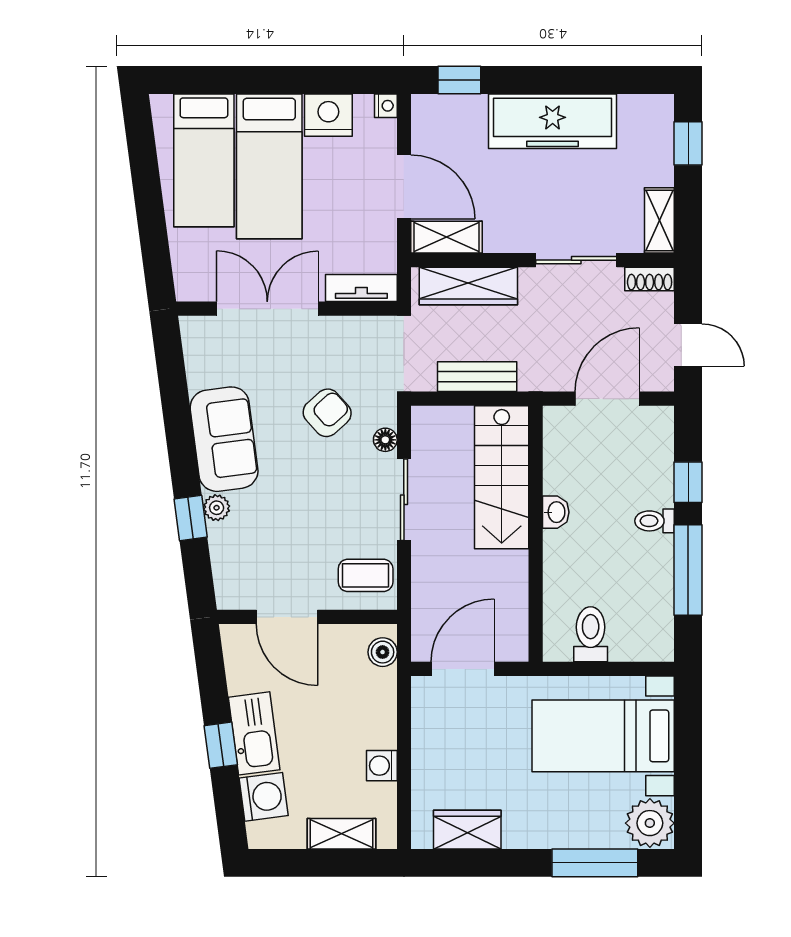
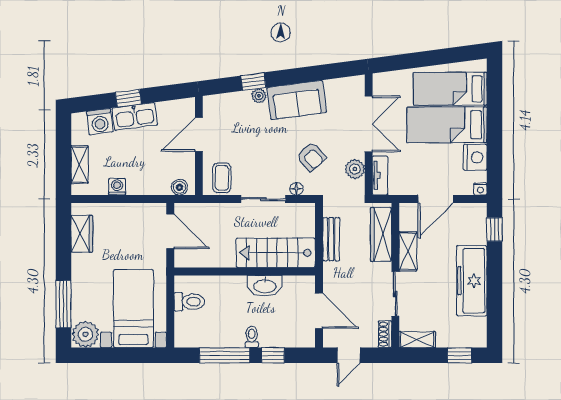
shelving: (446, 237) -> (408, 251), moved
plant: (350, 334) -> (355, 169), added
washbasin: (556, 512) -> (265, 286), width x1.91, depth x1.45

